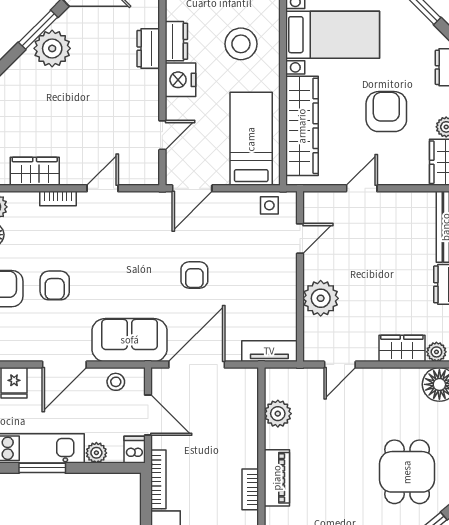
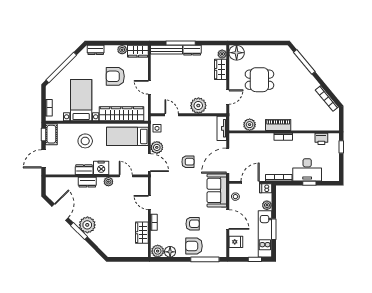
plant: (149, 96) -> (108, 182), added
plant: (226, 205) -> (157, 147), added
door: (197, 365) -> (228, 161), hinge flipped
door: (340, 365) -> (228, 97), hinge flipped
dining table: (407, 472) -> (259, 80), moved

